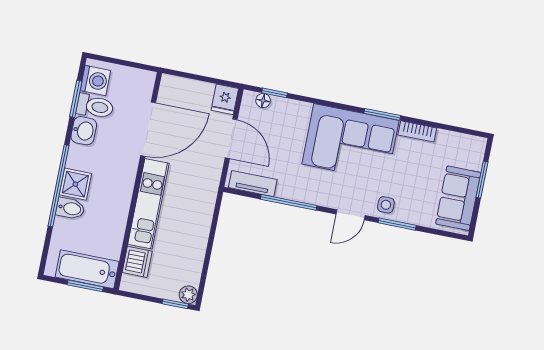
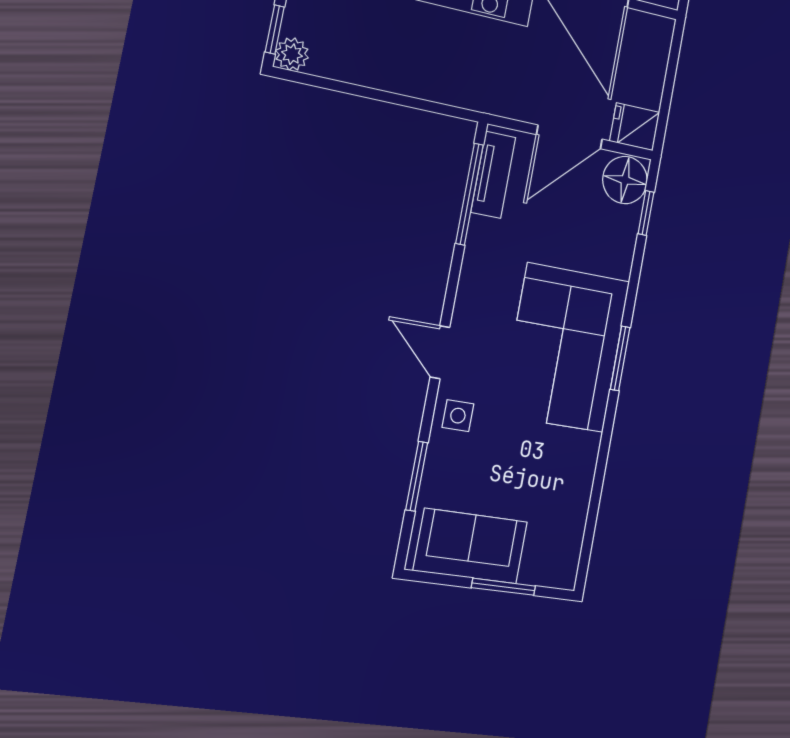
floor lamp: (263, 101) -> (625, 180), width x1.89, depth x1.89
window: (382, 114) -> (620, 358), moved
bookcase: (417, 131) -> (584, 465), removed
window: (289, 202) -> (469, 194), moved
window: (397, 224) -> (417, 476), moved

